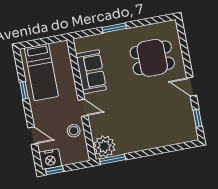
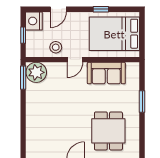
bed: (41, 72) -> (114, 34), width x1.50
window: (55, 170) -> (23, 35), moved

